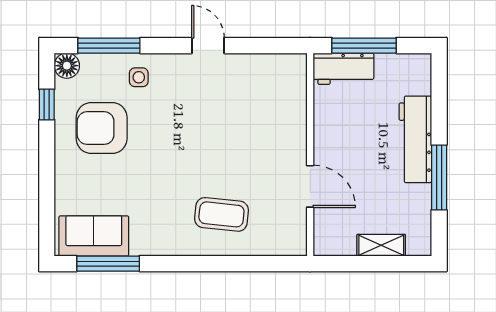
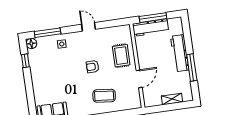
workbench: (343, 69) -> (150, 28), width x1.38
rug: (276, 125) -> (121, 56), added
armchair: (102, 128) -> (93, 67), moved, width x0.53, depth x0.53
door: (310, 186) -> (139, 79), hinge flipped

